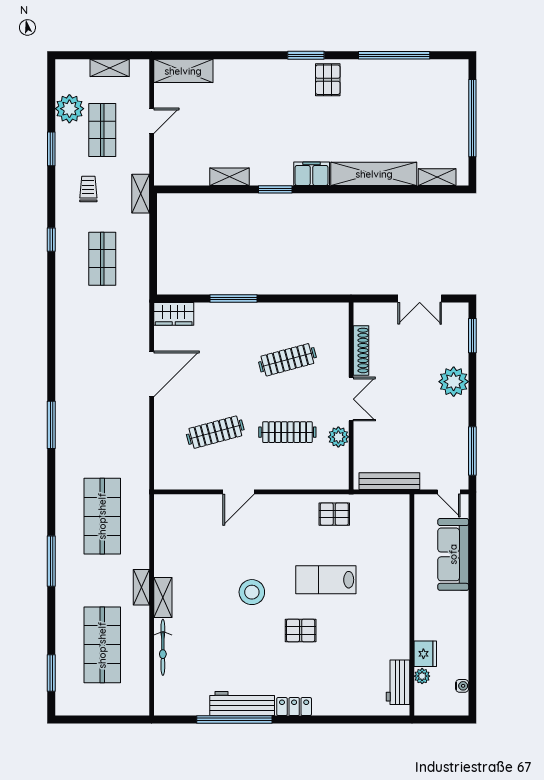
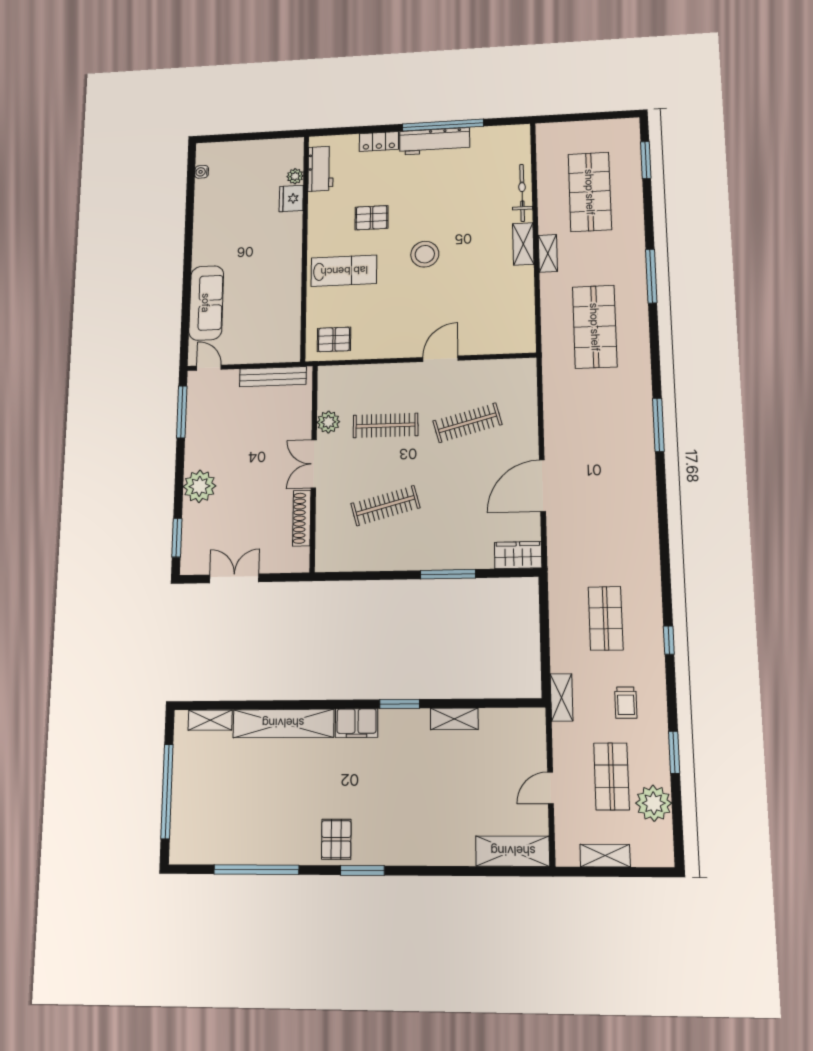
wall: (412, 605) -> (305, 247), moved
fridge: (425, 654) -> (291, 198), moved
plant: (422, 676) -> (295, 176), moved
workbench: (398, 682) -> (321, 169), moved

